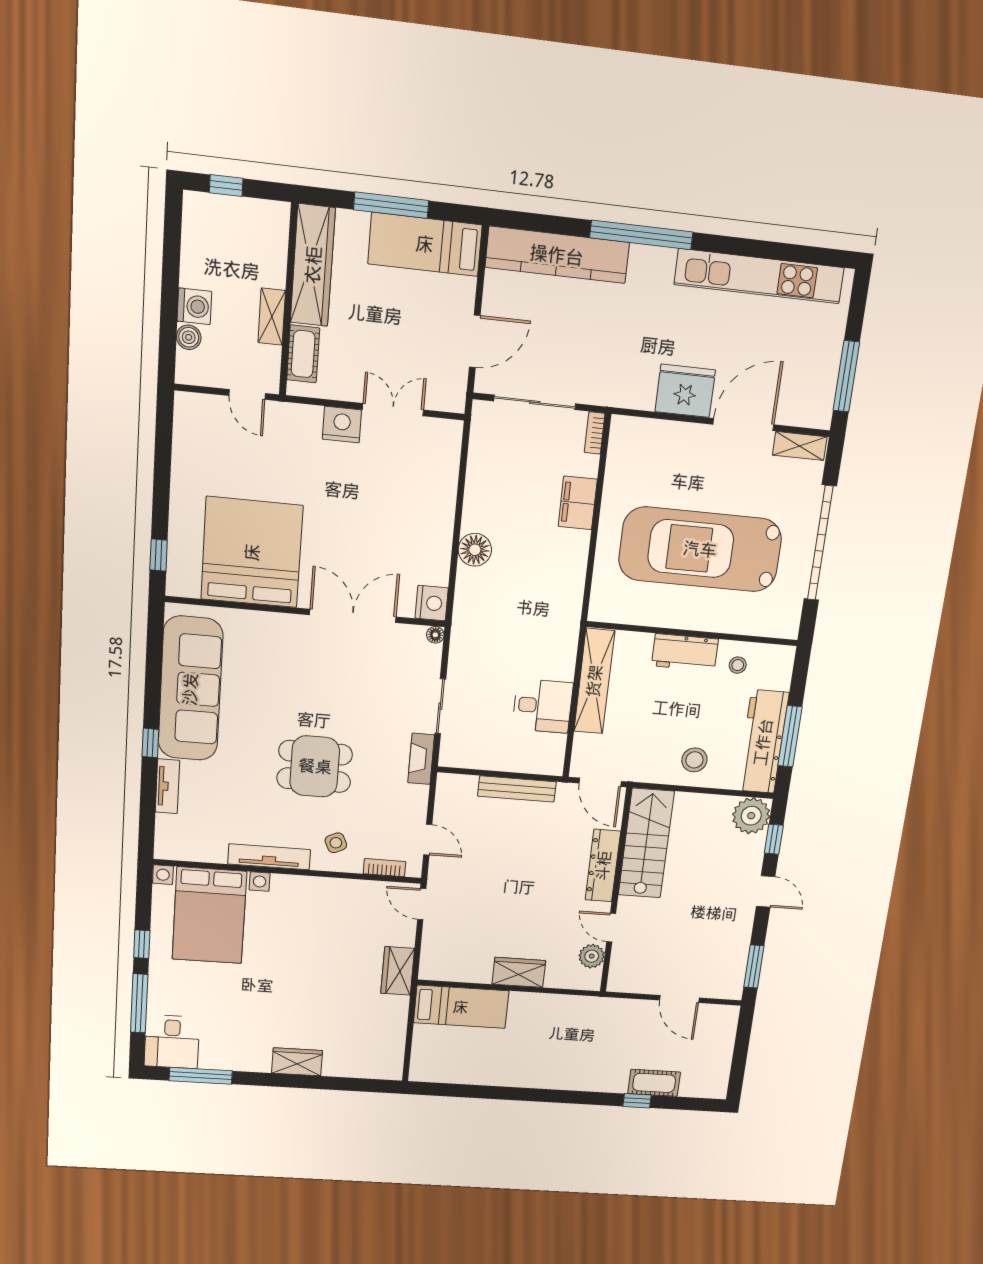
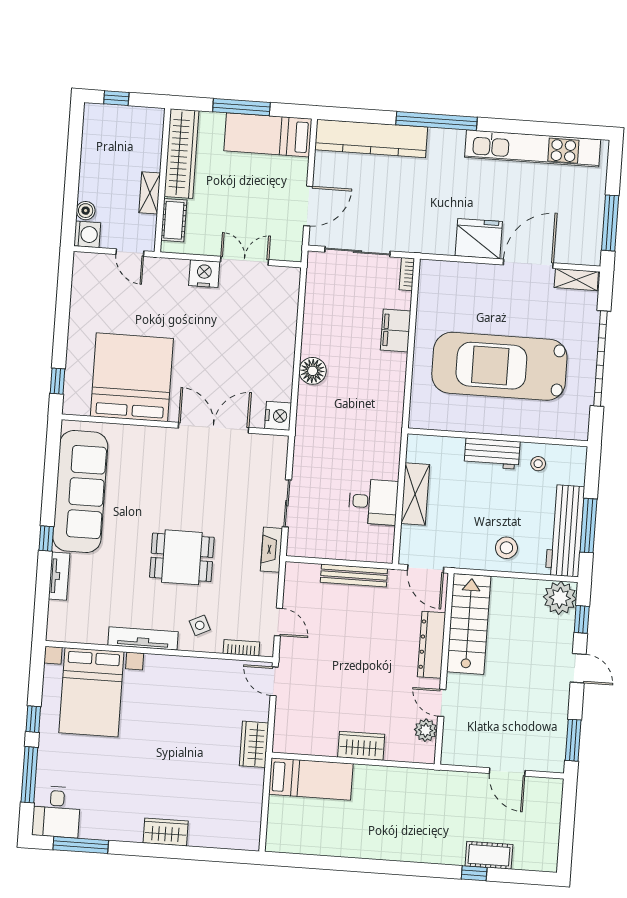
washing machine: (194, 306) -> (87, 234), moved
floor lamp: (435, 635) -> (281, 442), removed
shelving: (594, 681) -> (415, 494), width x0.68

